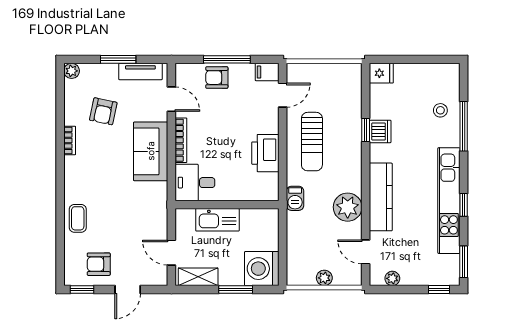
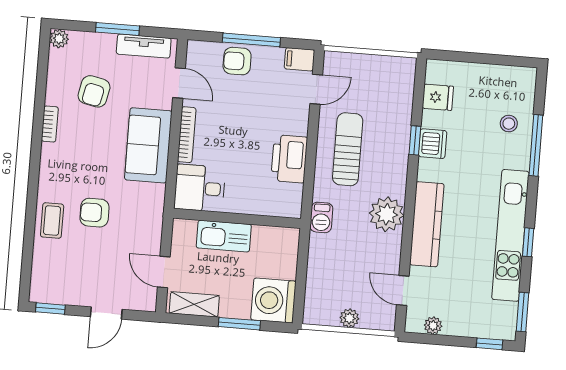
fridge: (381, 73) -> (438, 97), moved
sun lounger: (312, 142) -> (348, 149), turned 180
plant: (348, 207) -> (387, 214), moved
armchair: (99, 264) -> (94, 213), moved

